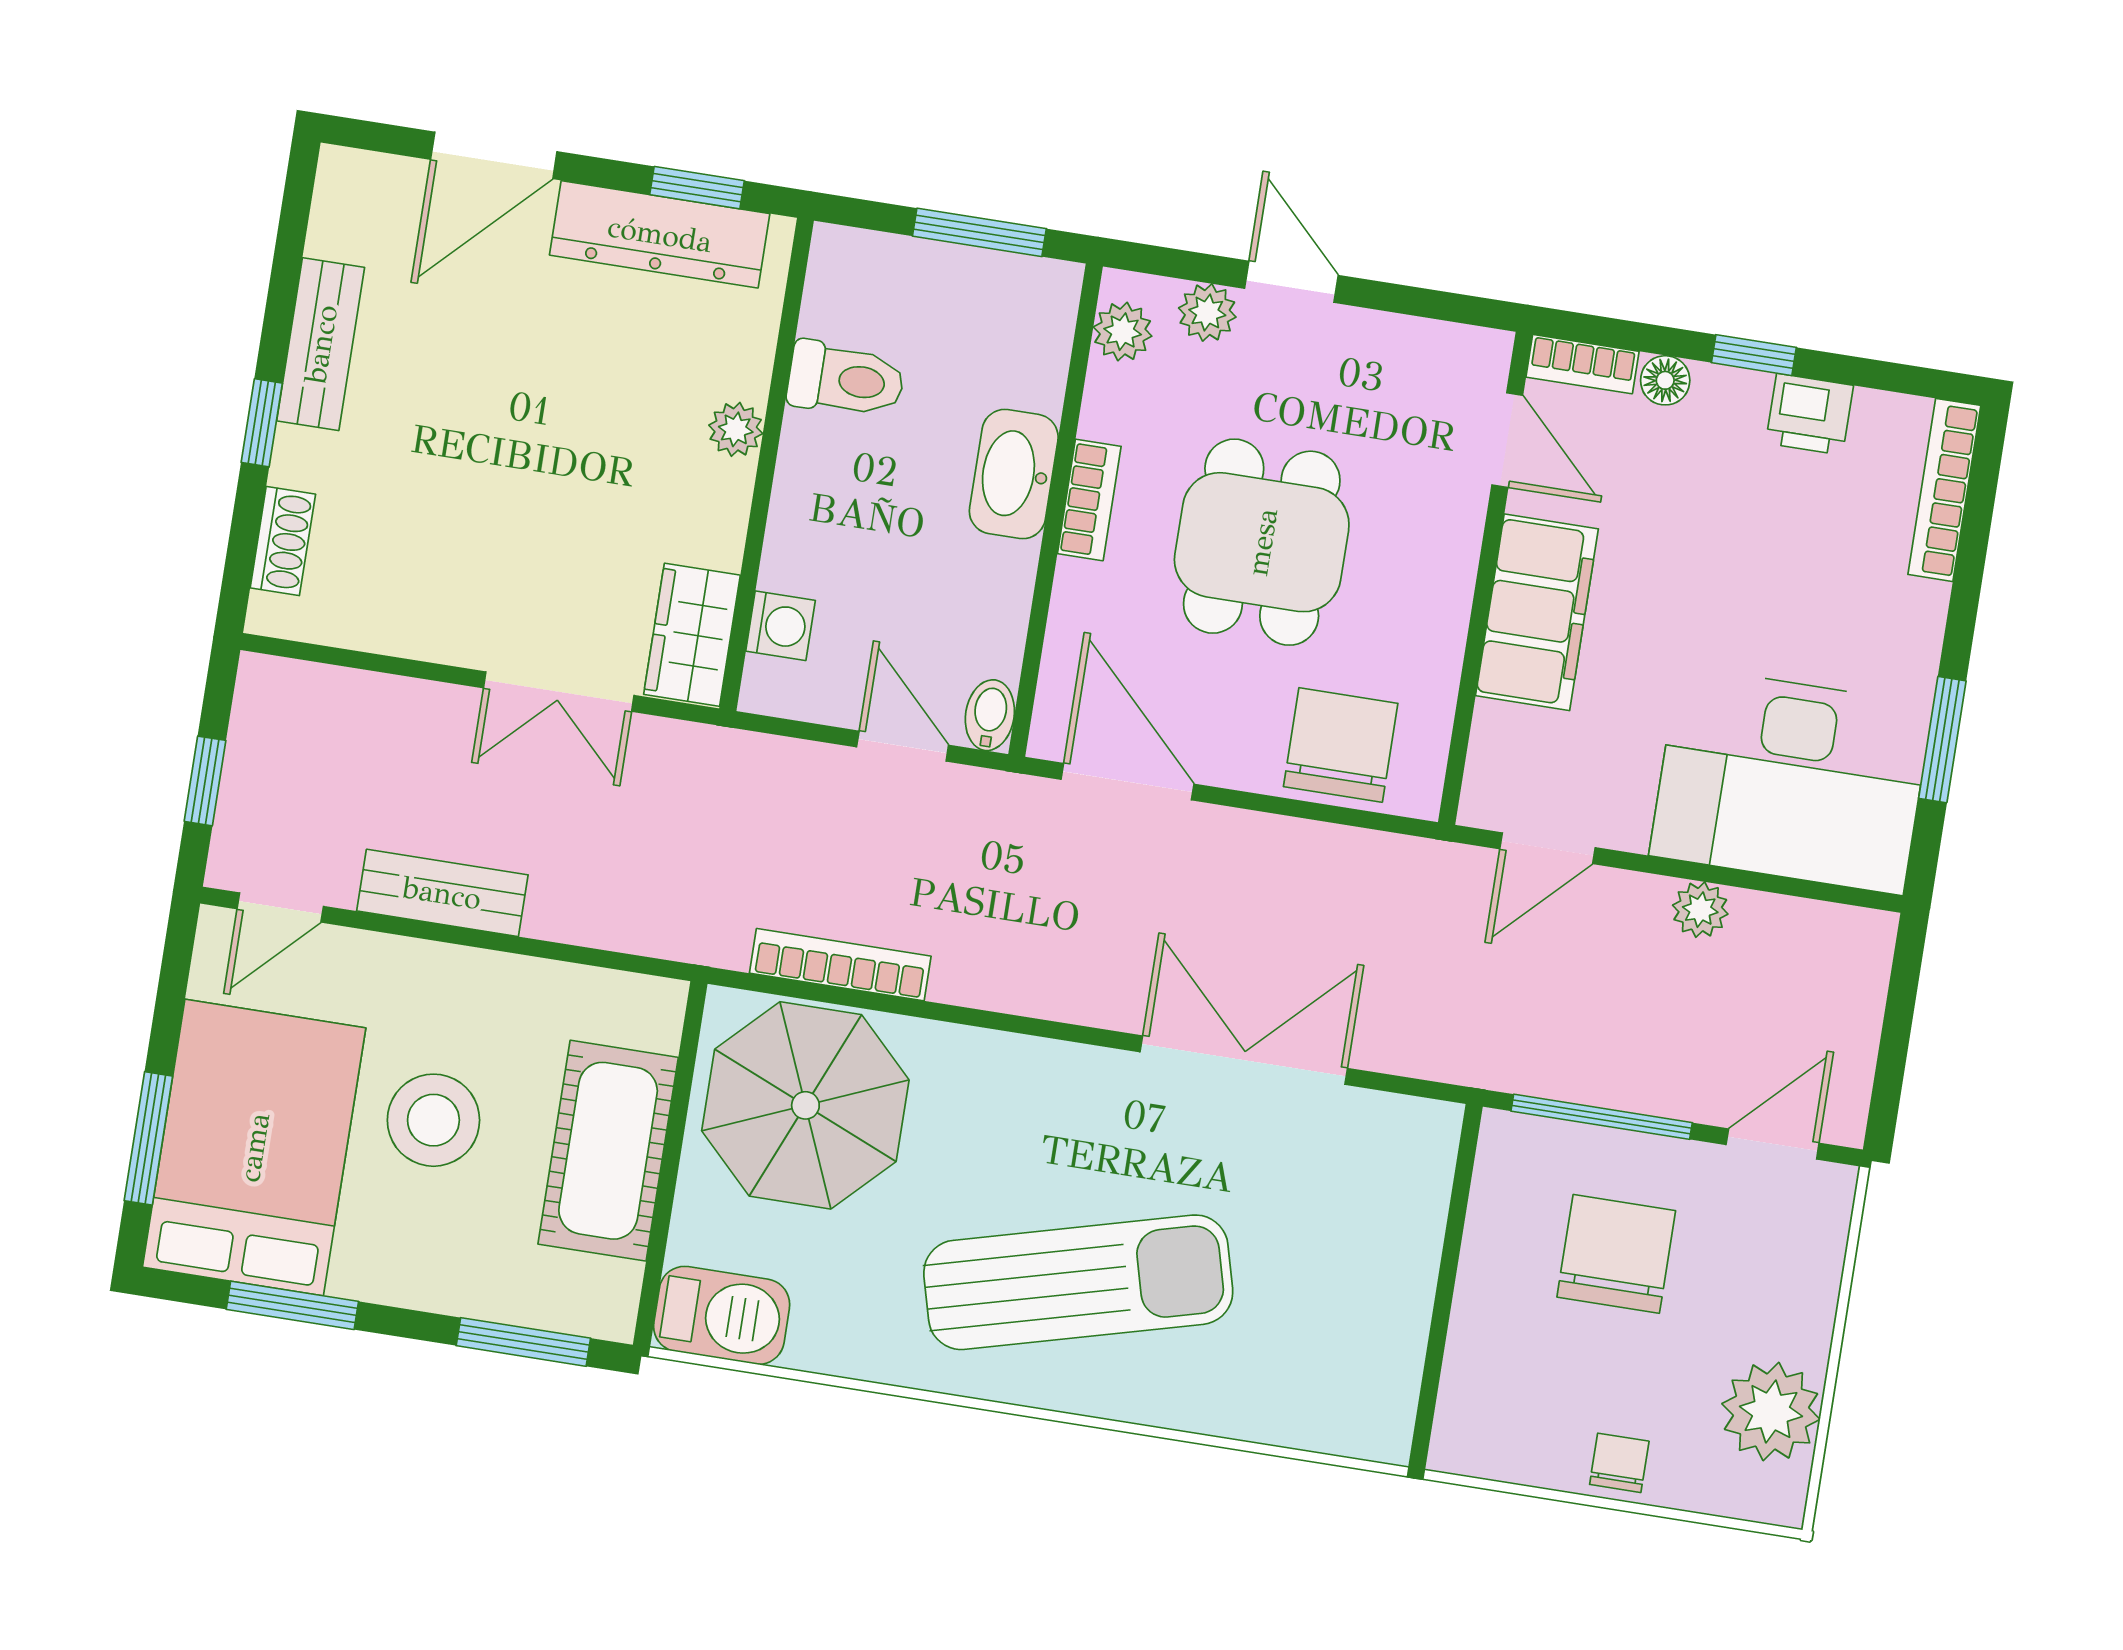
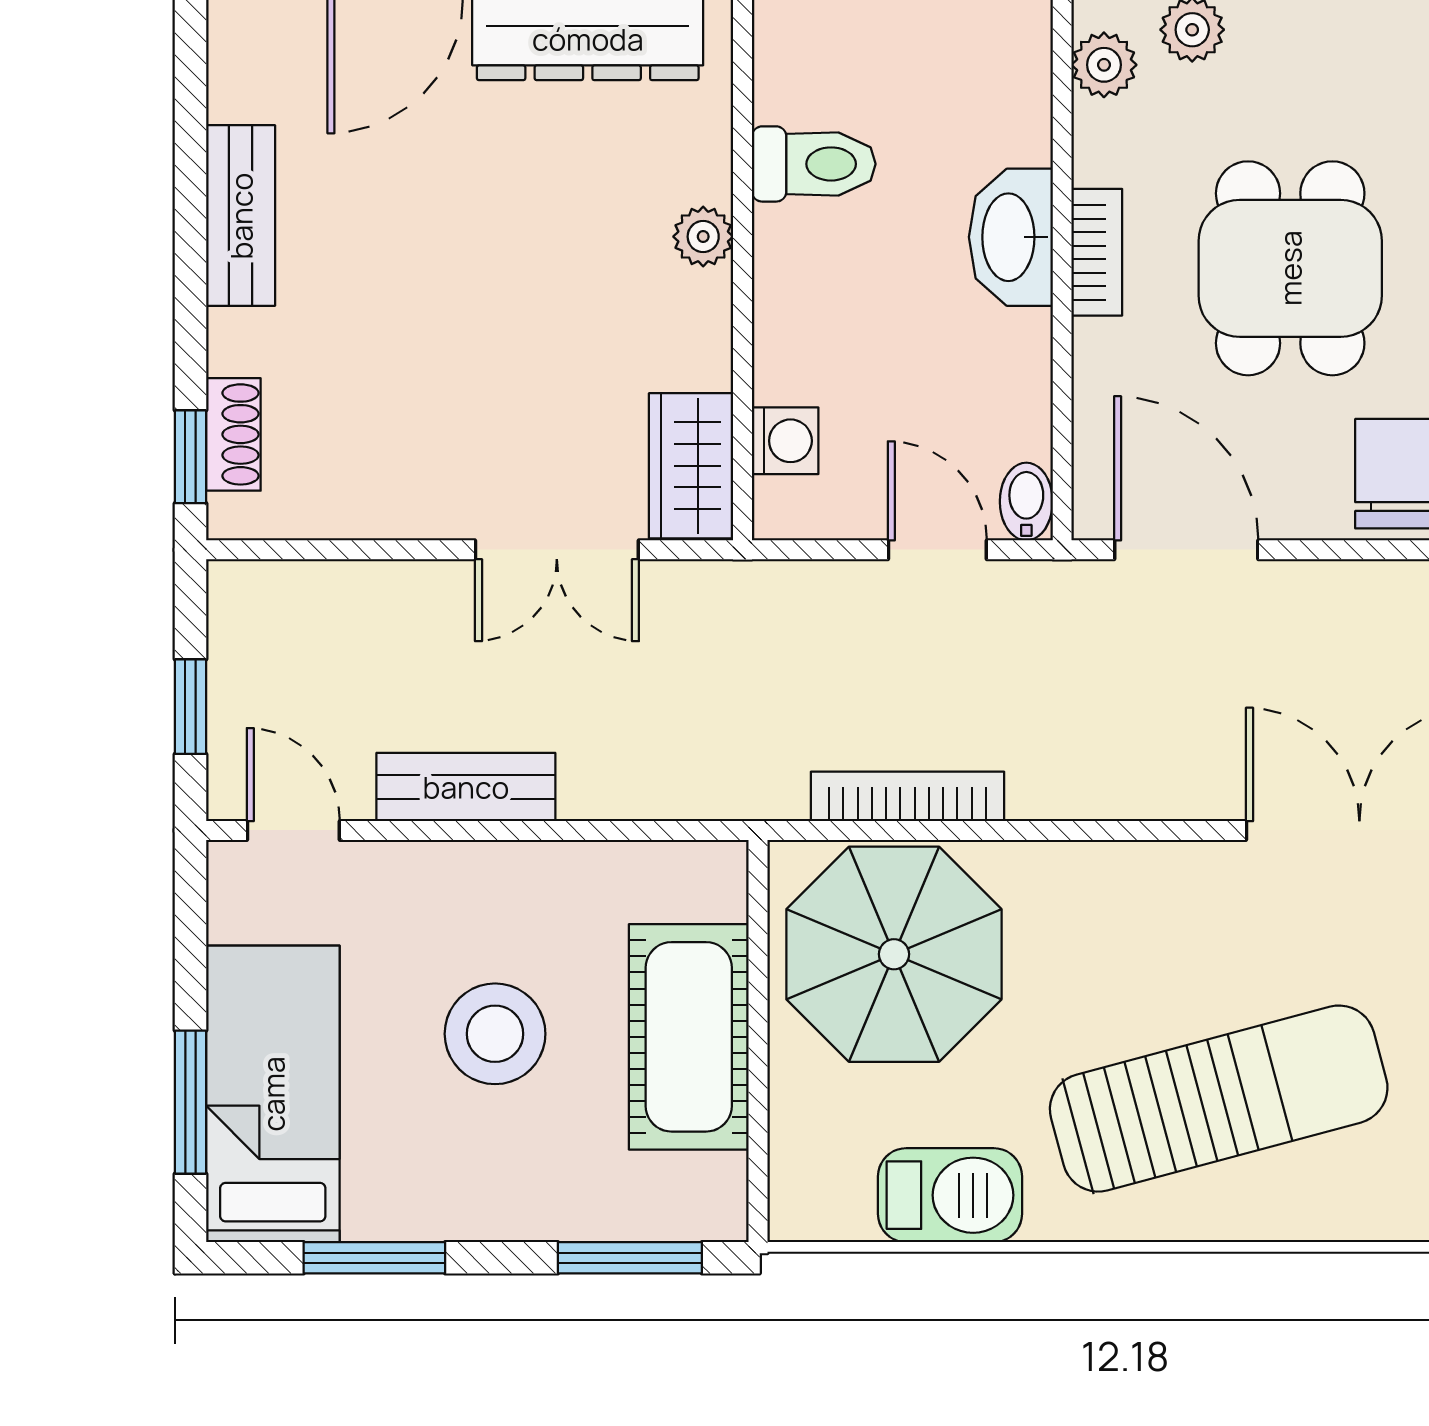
window: (262, 423) -> (190, 457), moved
door: (280, 908) -> (293, 830), swing flipped
bed: (254, 1147) -> (273, 1094), width x0.67
barbecue: (722, 1315) -> (950, 1195), moved

